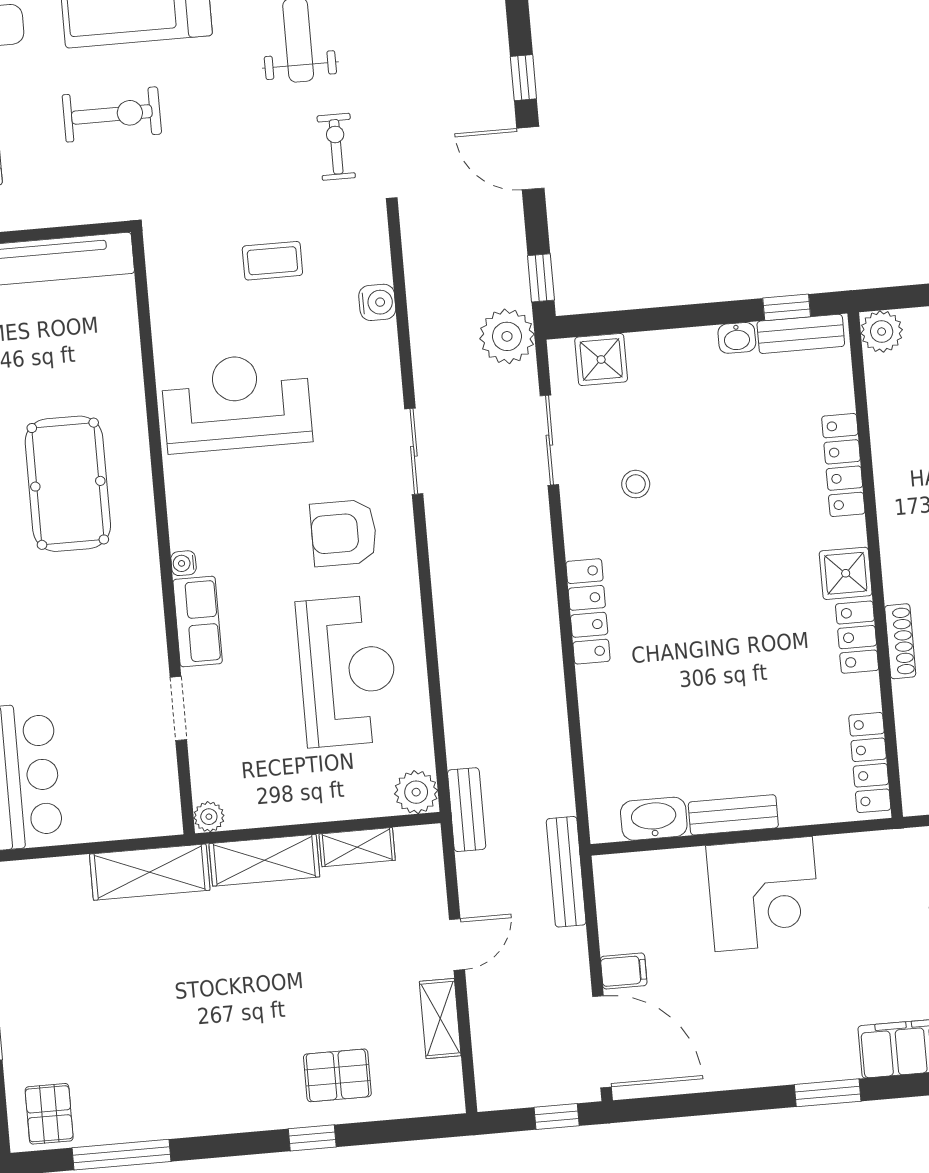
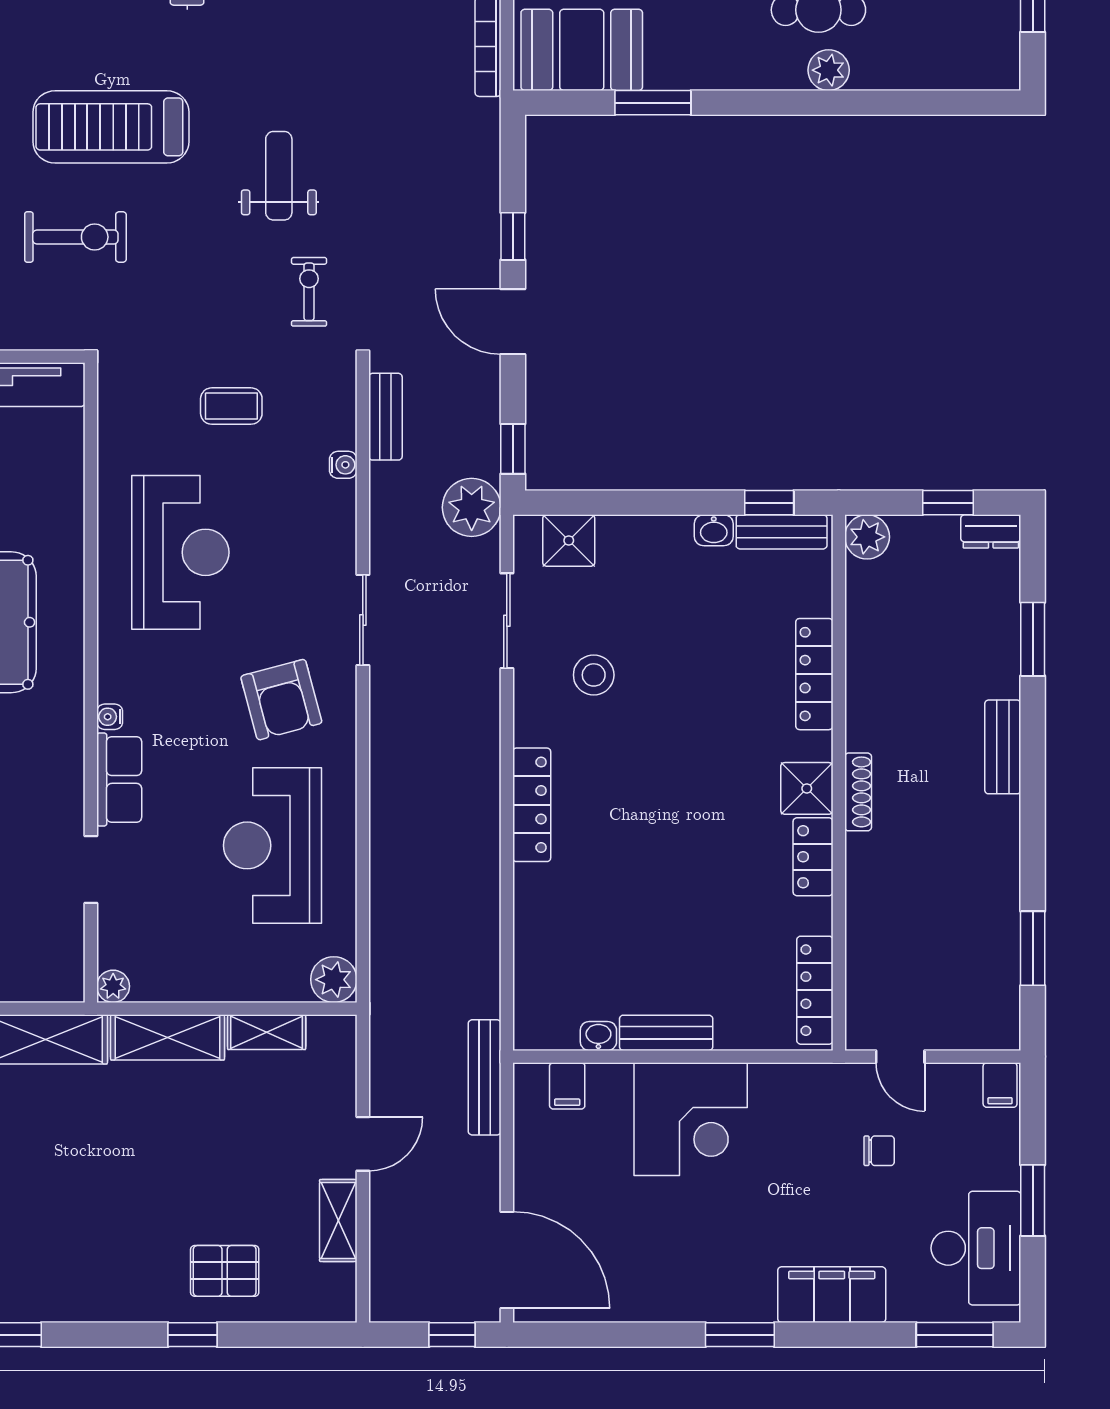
water cooler: (377, 302) -> (343, 465), width x0.72, depth x0.72
reception desk: (237, 403) -> (180, 552), turned 90
stool: (636, 484) -> (594, 675), width x1.37, depth x1.37
armchair: (344, 533) -> (281, 700), turned -105
shoe rack: (900, 641) -> (858, 792), moved
reception desk: (347, 671) -> (273, 845), turned 180
bench: (467, 810) -> (385, 417), moved
washbasin: (654, 819) -> (598, 1036), width x0.52, depth x0.69
filing cabinet: (624, 971) -> (567, 1086), moved, turned 90

